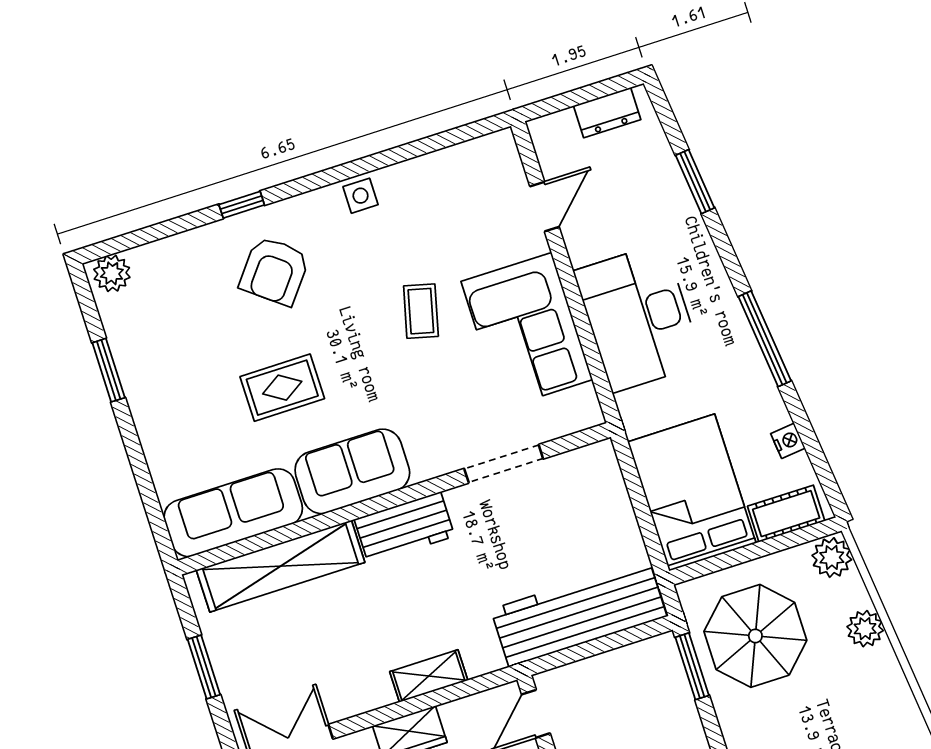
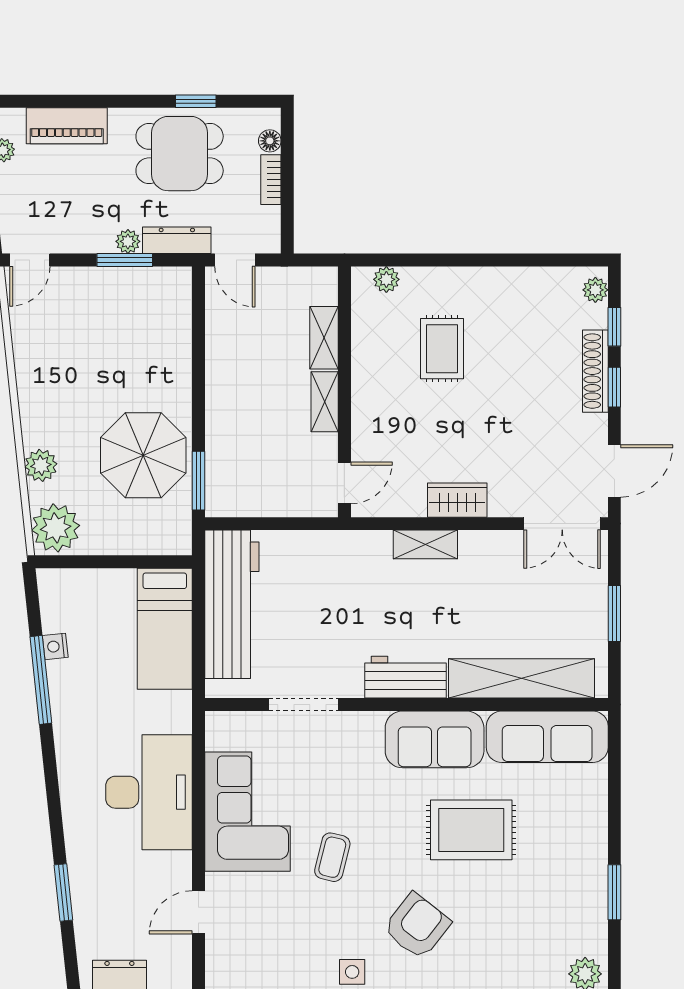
armchair: (274, 271) -> (417, 926), moved
window: (765, 339) -> (41, 680), moved
rug: (282, 388) -> (471, 830), width x1.36, depth x1.43
bed: (692, 492) -> (165, 629), width x0.67
cot: (786, 514) -> (77, 585), removed
plant: (832, 558) -> (56, 528), width x1.36, depth x1.36
workbench: (579, 613) -> (232, 604), moved, turned -90
parasol: (755, 636) -> (143, 455), moved

